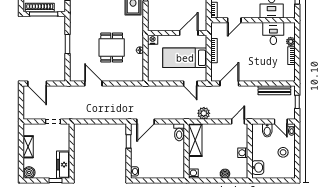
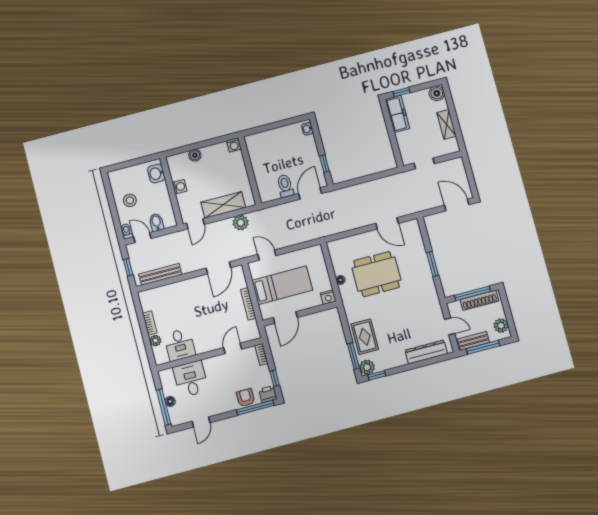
dining table: (112, 47) -> (377, 274), width x1.38
toilet: (179, 132) -> (285, 186), moved
shelving: (195, 140) -> (223, 205), moved, turned 90

